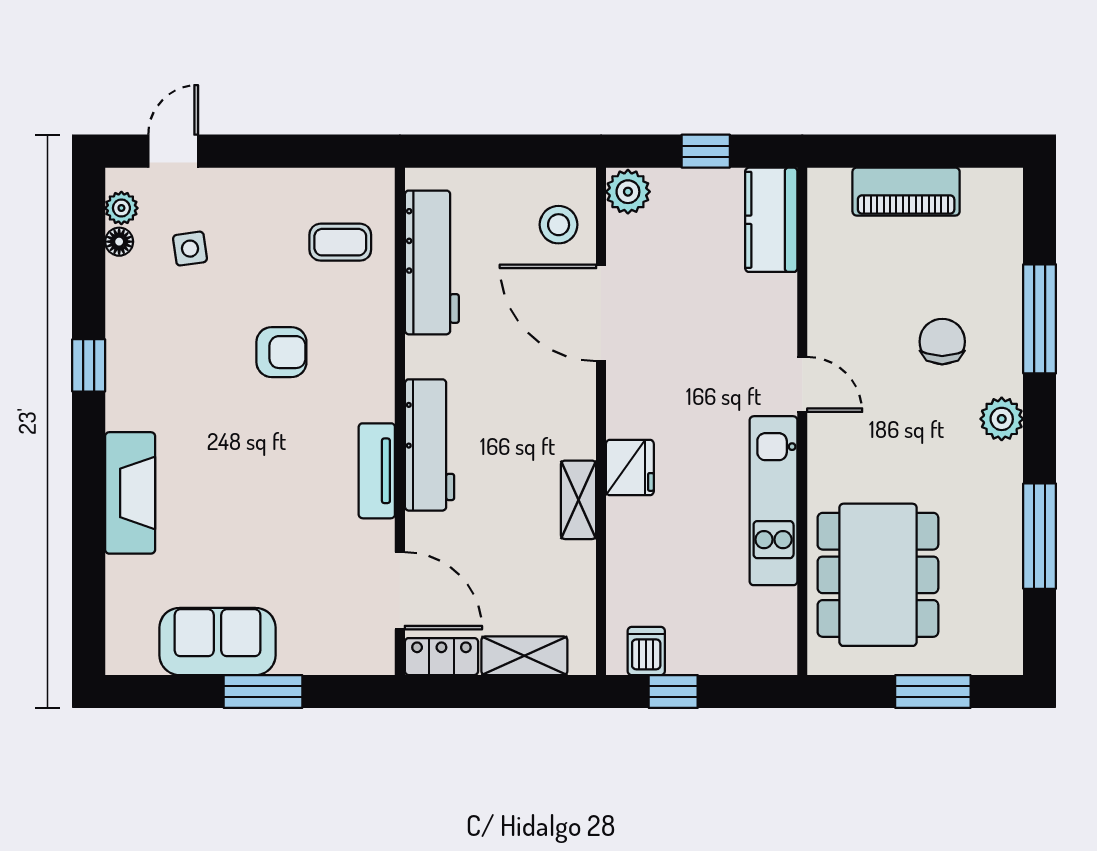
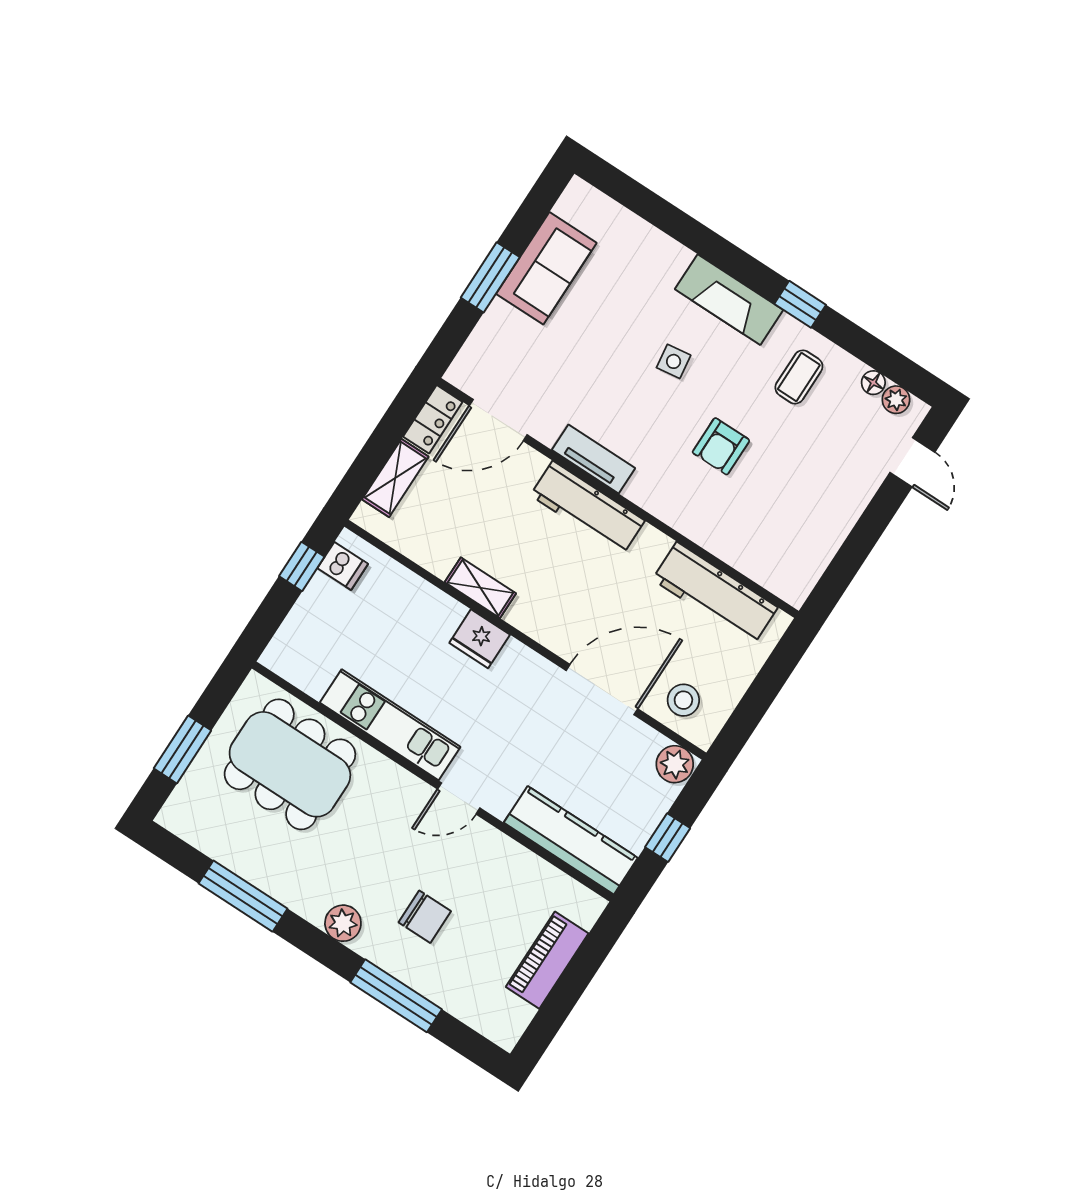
kitchen counter: (771, 220) -> (571, 840), width x1.50
coffee table: (340, 242) -> (799, 377), moved
side table: (190, 249) -> (674, 361), moved
fireplace: (130, 493) -> (729, 300), moved

